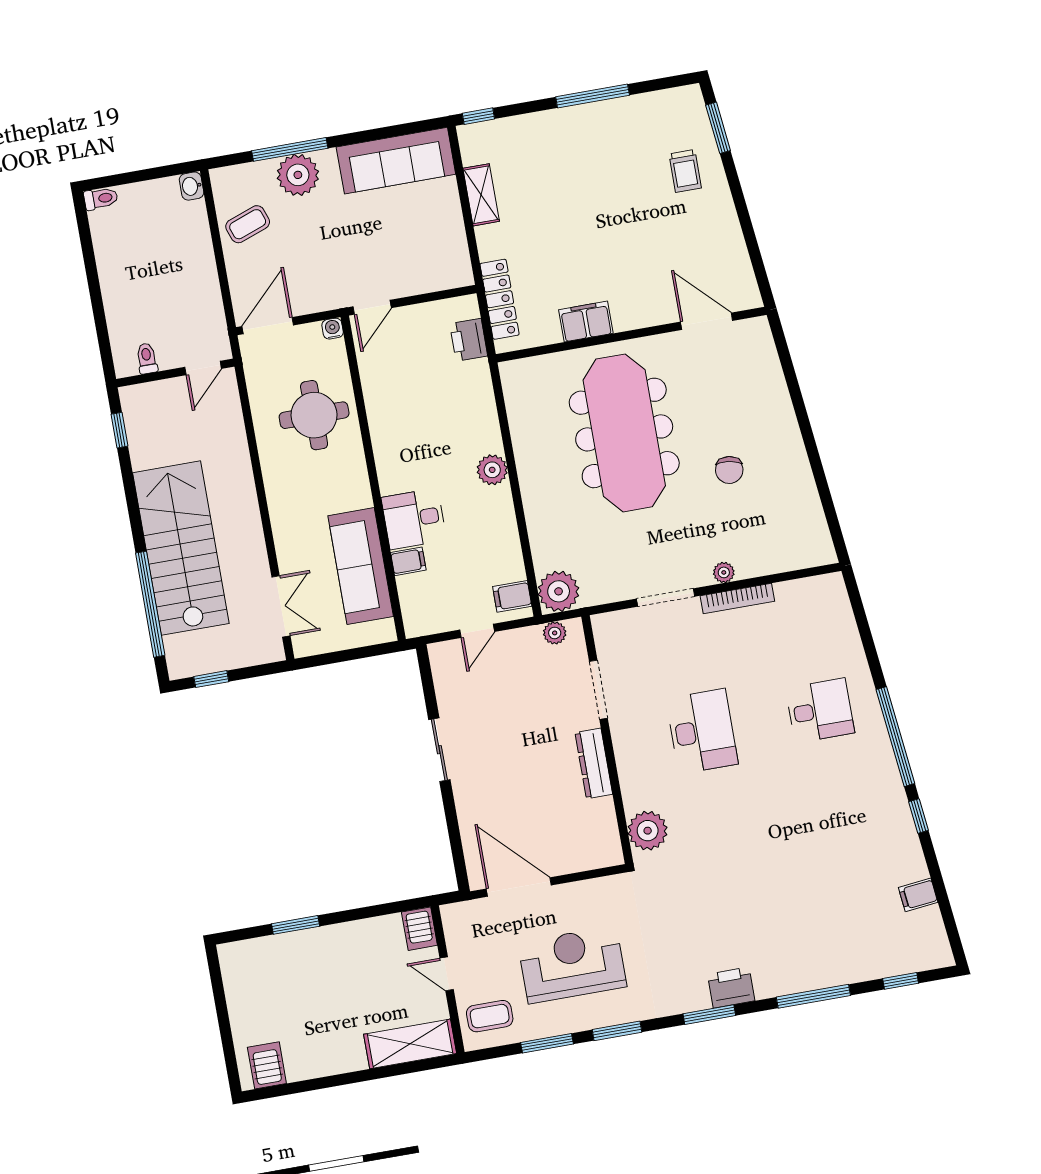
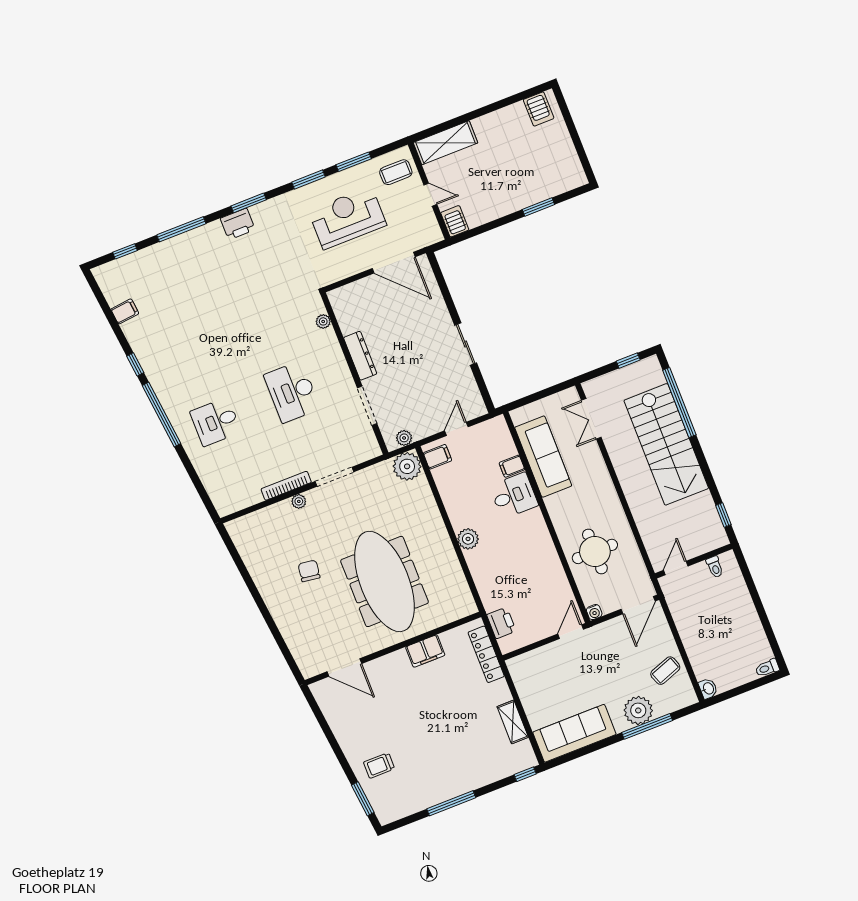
trolley: (685, 171) -> (379, 765), turned -90
plant: (648, 831) -> (323, 321), width x0.53, depth x0.53
reception desk: (572, 965) -> (347, 218), turned 180

